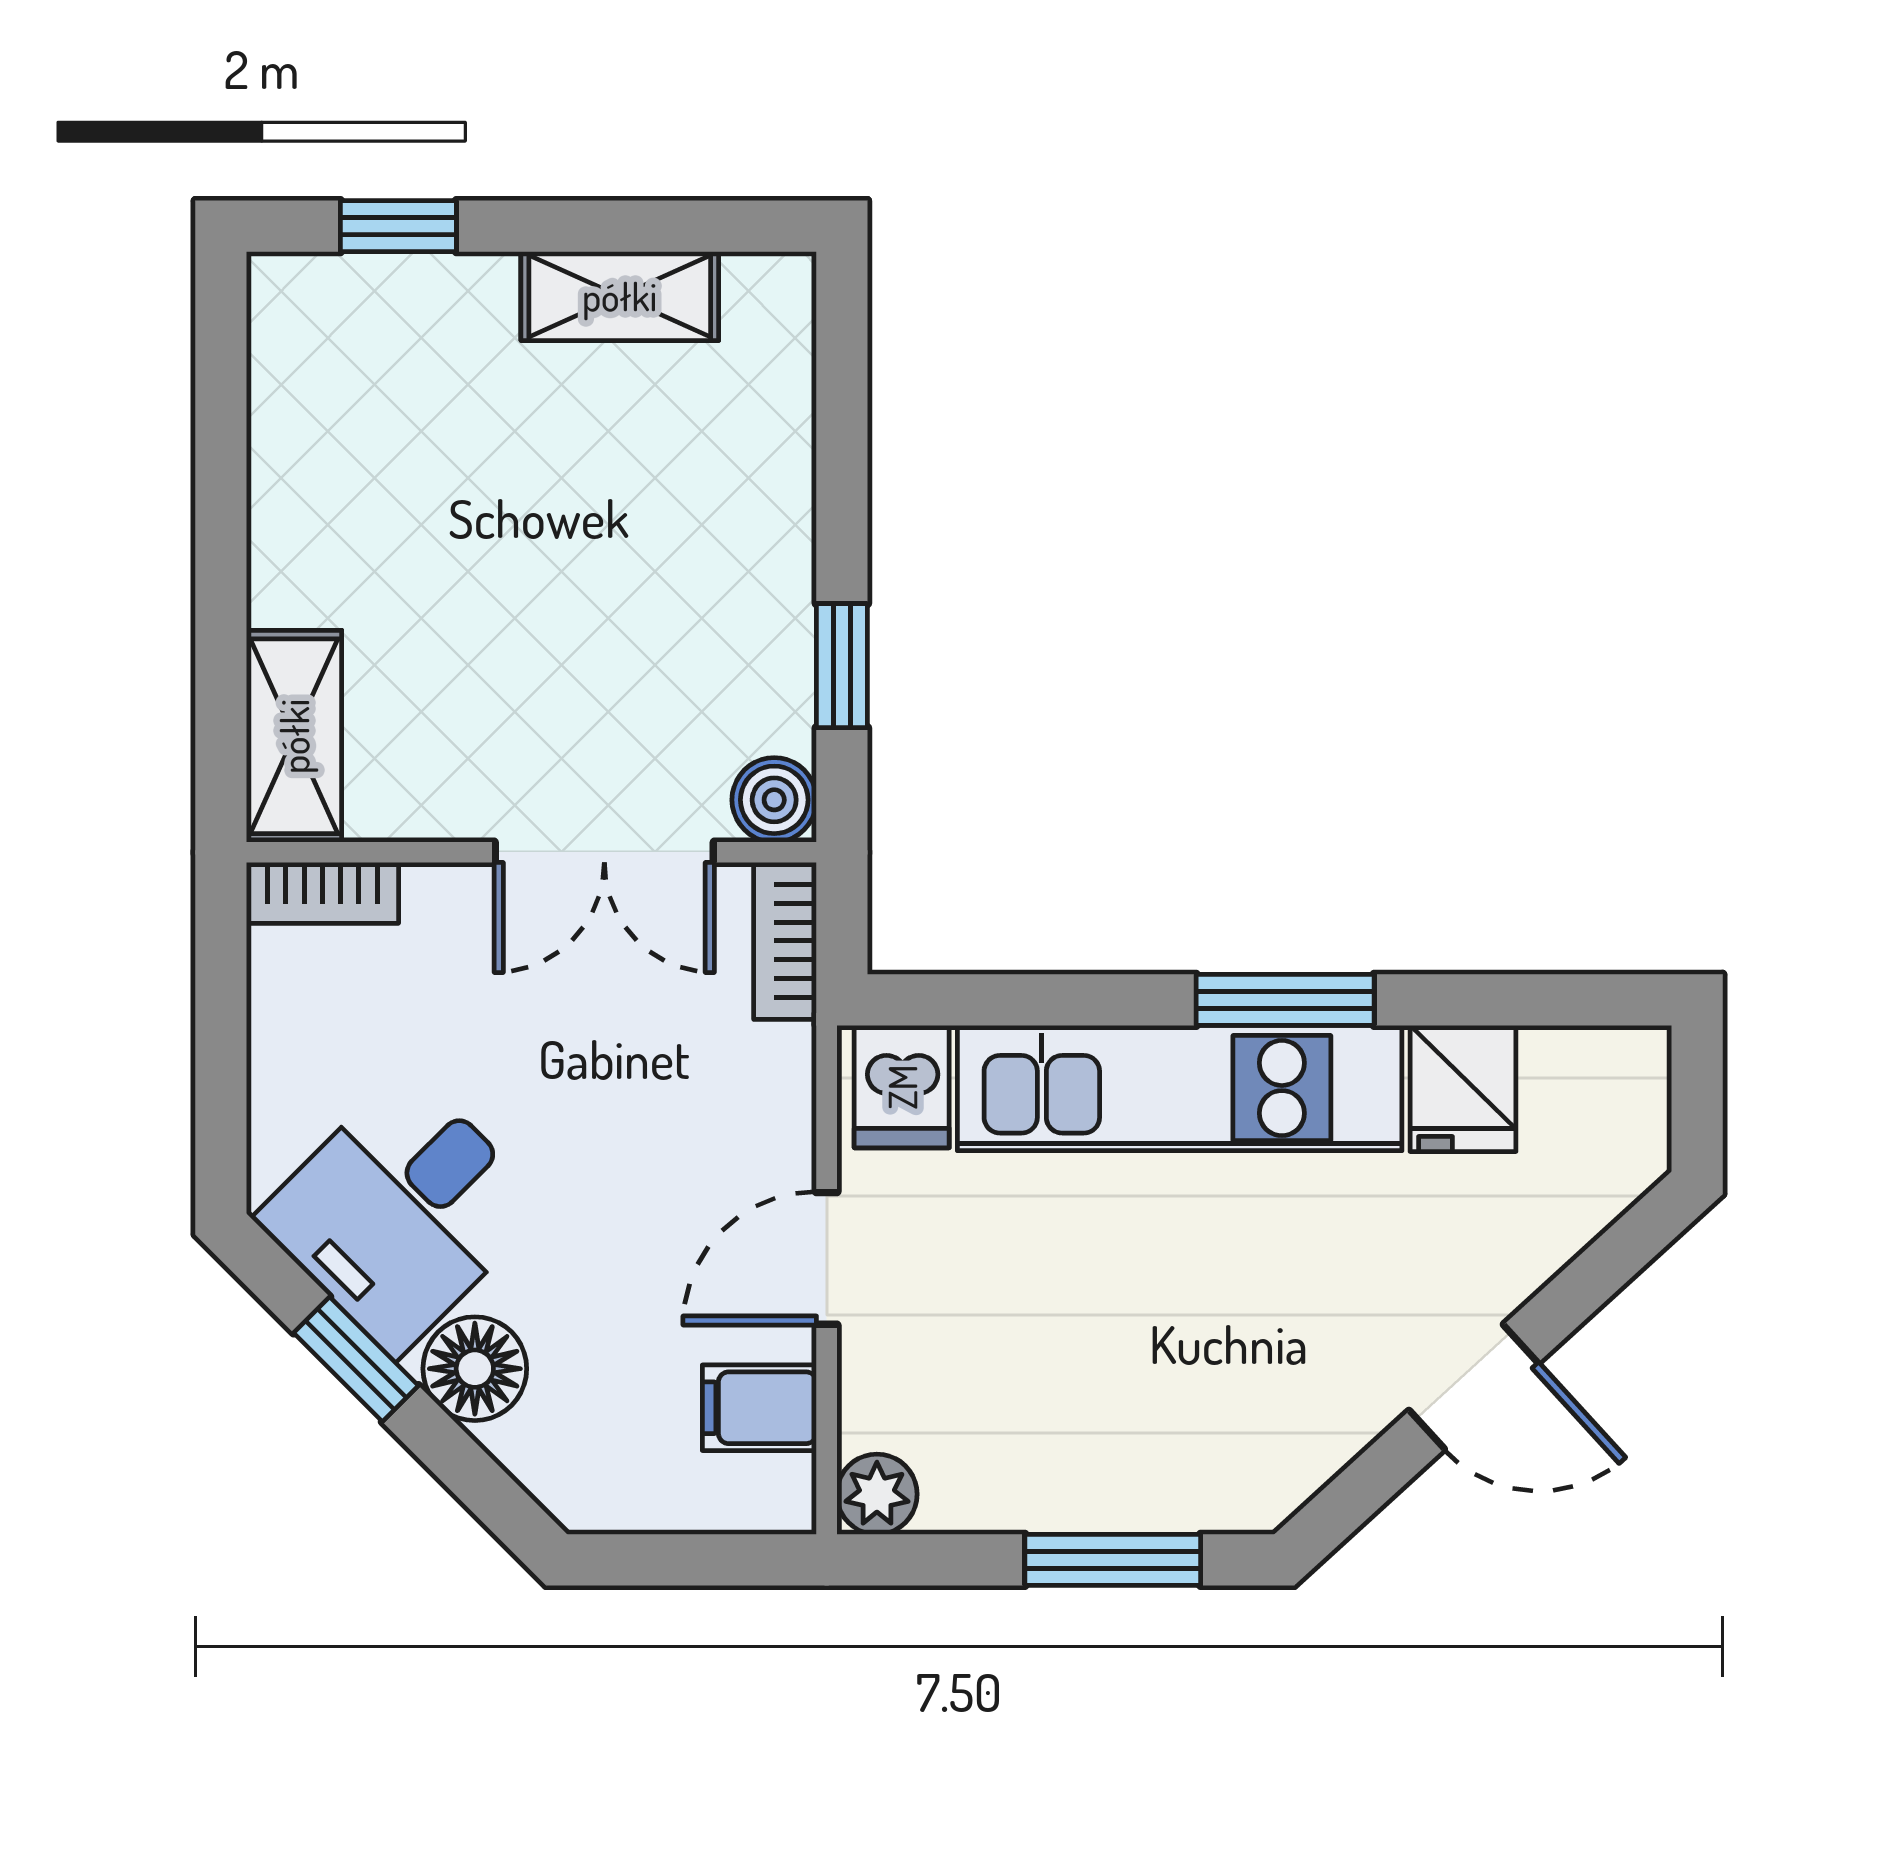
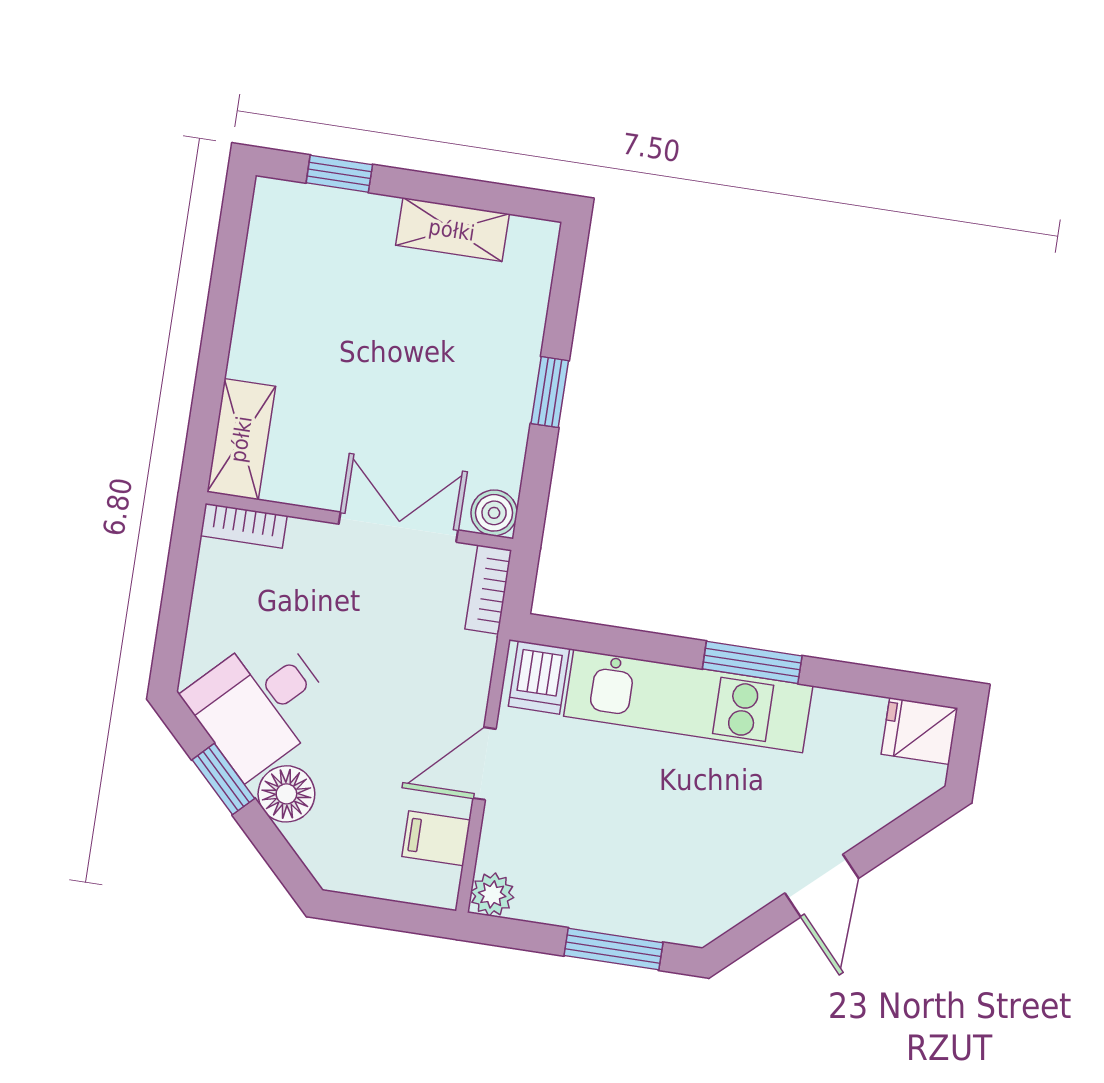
window: (842, 666) -> (550, 392), moved
double door: (604, 852) -> (398, 527), swing flipped
fridge: (1463, 1088) -> (919, 731), moved, turned 90
door: (1474, 1387) -> (822, 886), hinge flipped

